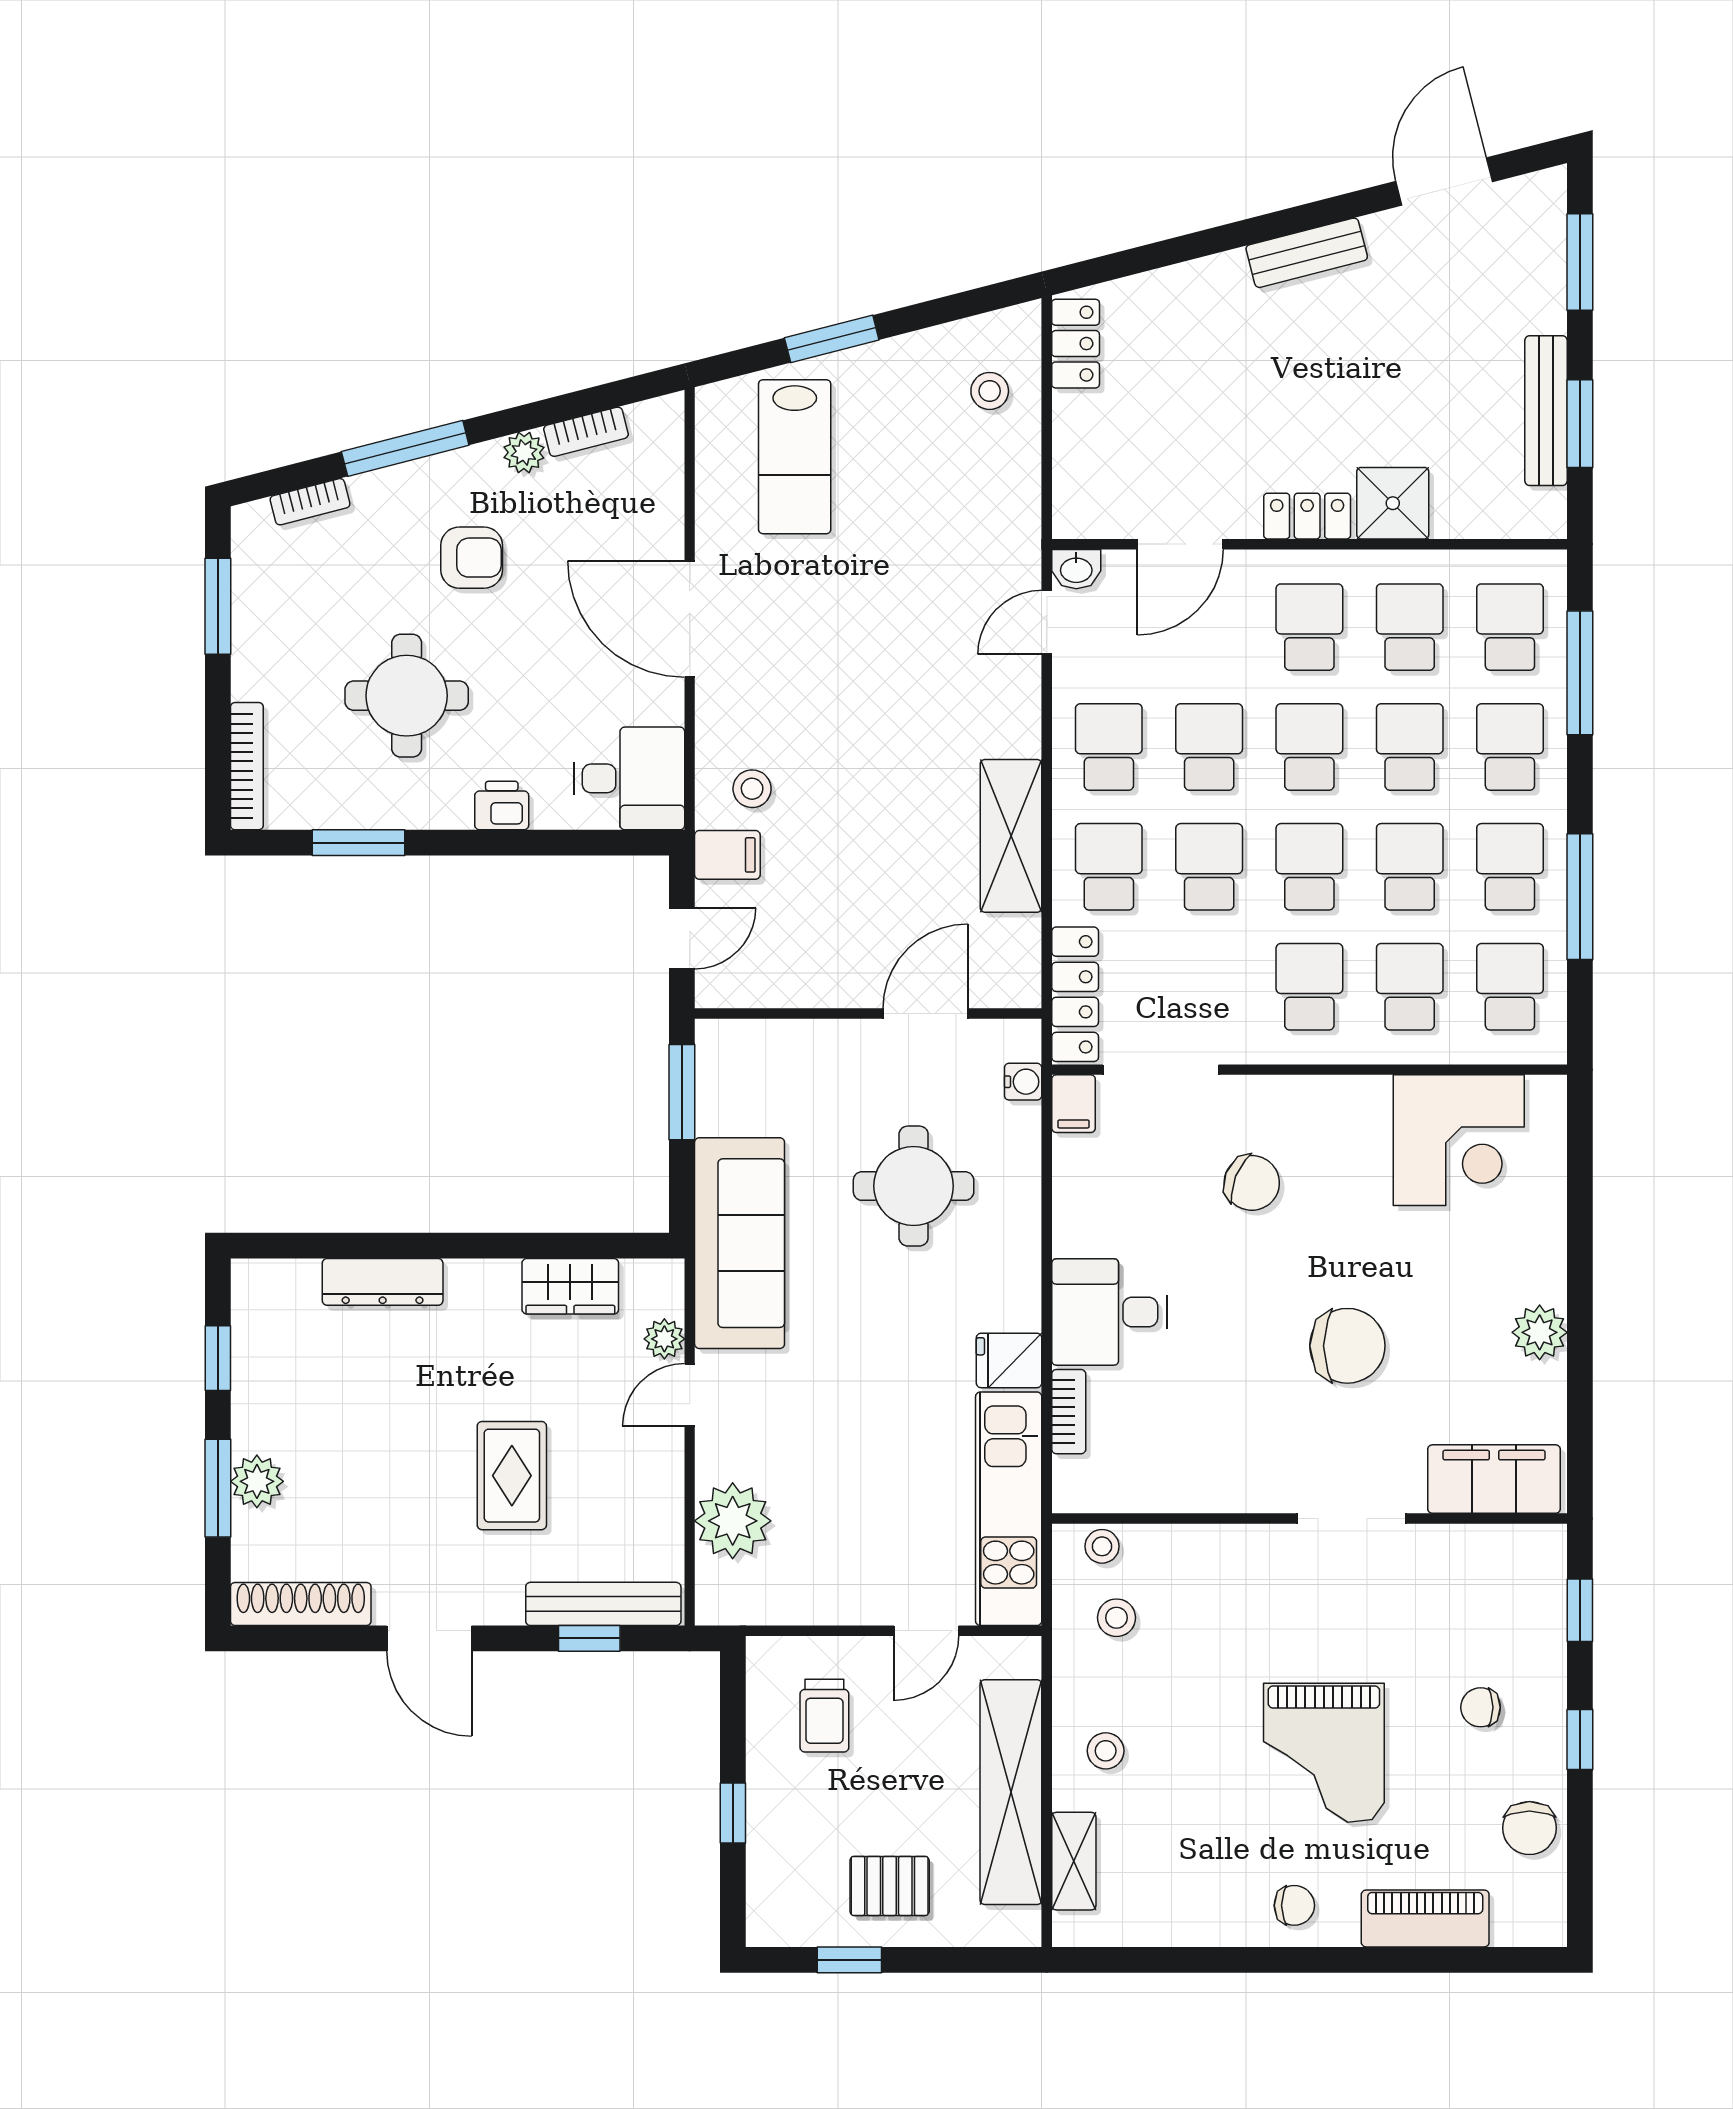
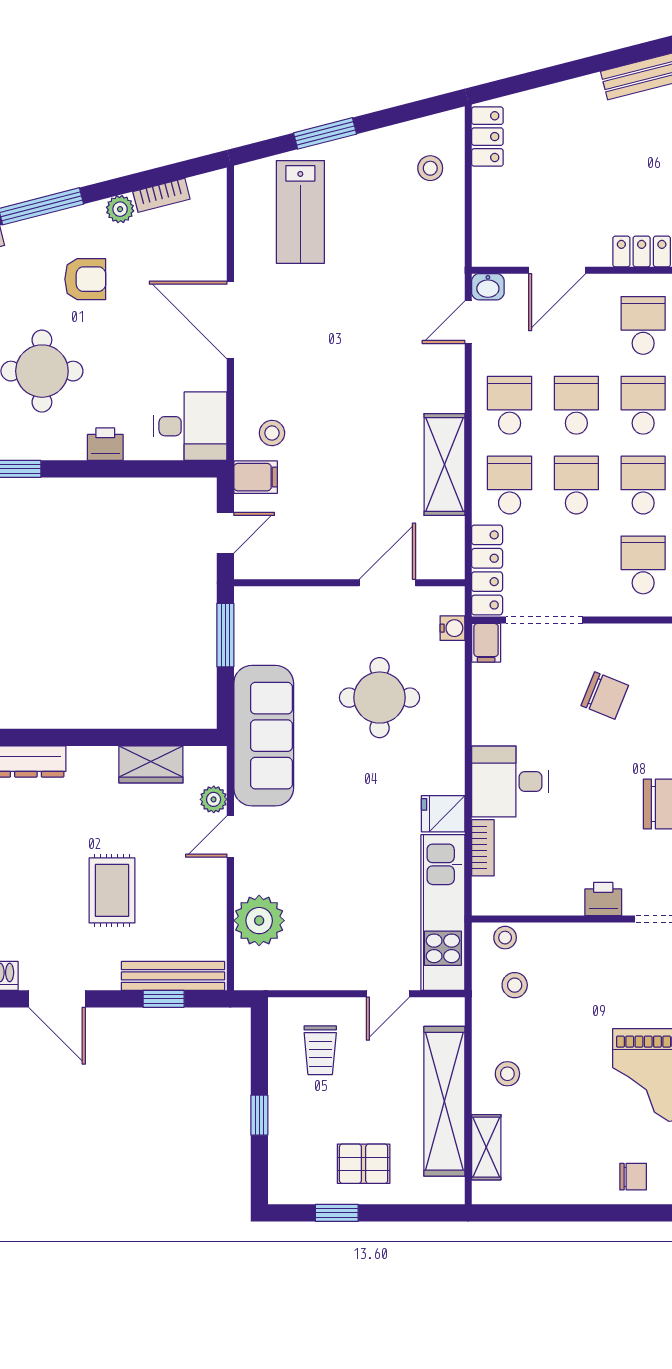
printer: (1249, 1488) -> (603, 899), added

